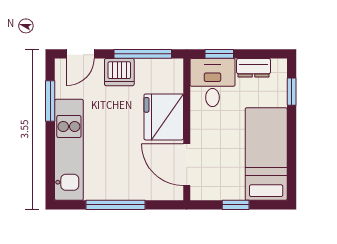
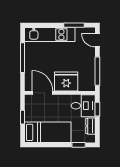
dishwasher: (119, 72) -> (88, 60), removed
door: (187, 165) -> (42, 93), hinge flipped

